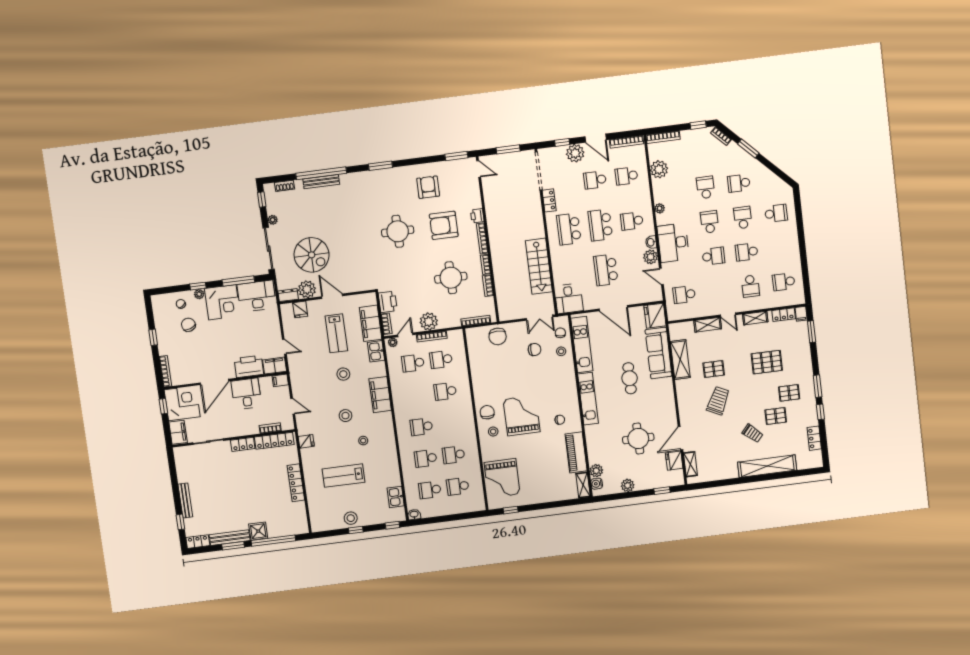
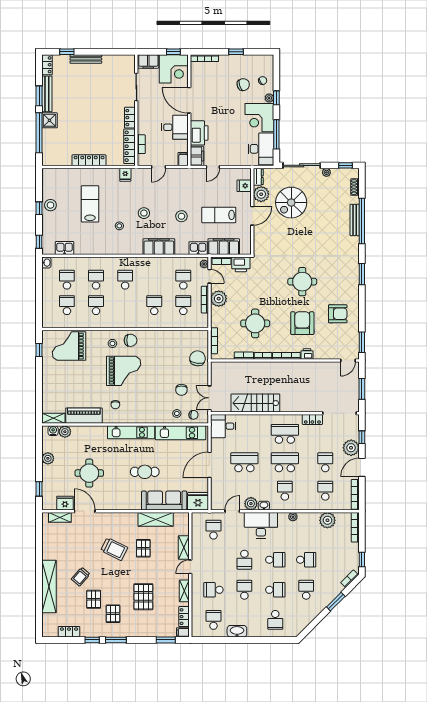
washbasin: (793, 254) -> (237, 631), added
chair: (498, 336) -> (197, 358), turned 98

